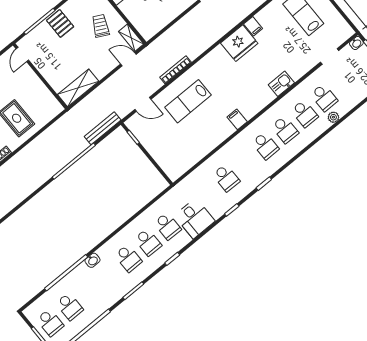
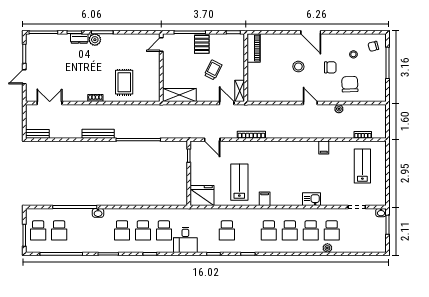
trolley: (100, 26) -> (213, 70), moved
fridge: (239, 43) -> (202, 196), moved, turned 180
lab bench: (188, 101) -> (239, 182), moved, turned 90
bench: (103, 128) -> (98, 134), moved

